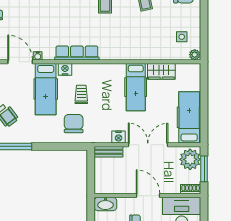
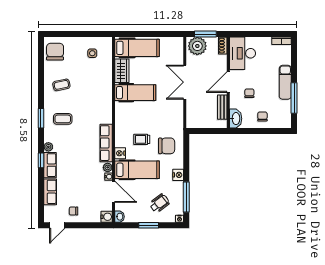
plant: (195, 55) -> (108, 167), moved
door: (20, 62) -> (114, 192), swing flipped
hospital bed: (189, 117) -> (137, 48), moved, turned 180
chair: (74, 124) -> (167, 146), turned 180
nightstand: (119, 137) -> (178, 175), moved
bench: (108, 152) -> (222, 107), moved

